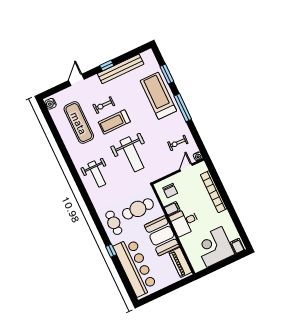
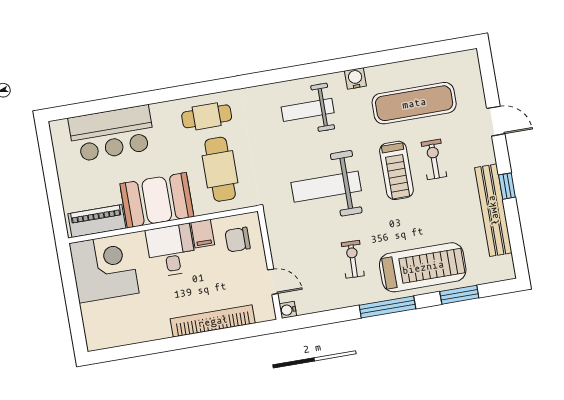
water cooler: (51, 104) -> (355, 78), moved
treadmill: (114, 122) -> (396, 170), turned 180
exercise bike: (178, 143) -> (353, 259), moved
filing cabinet: (237, 246) -> (98, 337), removed
corner desk: (214, 247) -> (104, 268), moved
window: (111, 251) -> (156, 97), removed
bar counter: (135, 267) -> (112, 133), width x0.73

